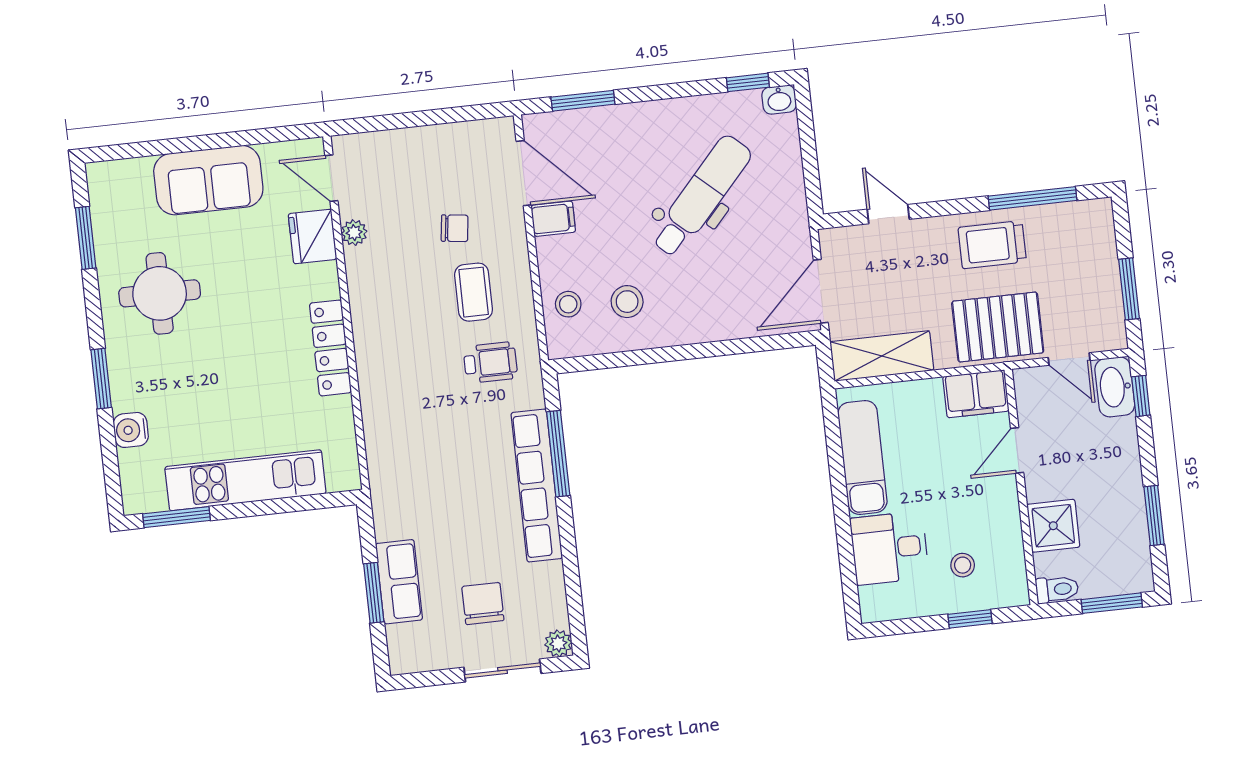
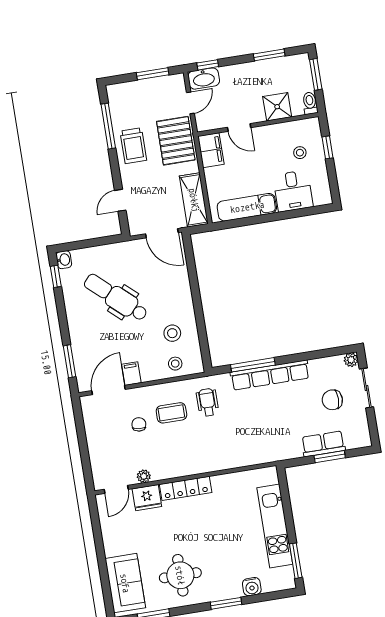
sofa: (208, 180) -> (125, 583), moved
locker: (330, 348) -> (186, 488), moved

